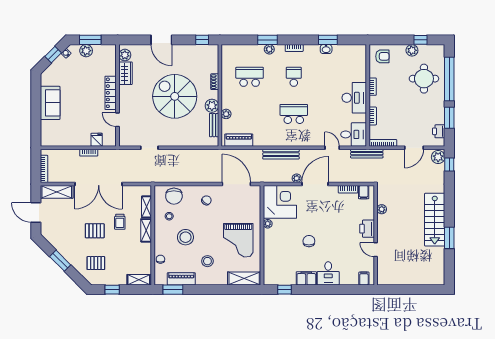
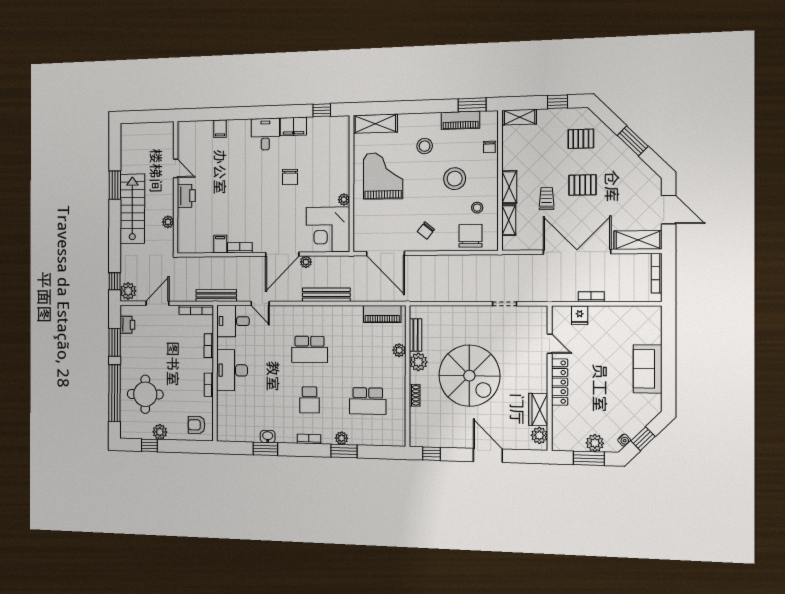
plant: (382, 209) -> (168, 222), moved
printer: (367, 229) -> (186, 196), moved
wall: (376, 235) -> (176, 187), moved
door: (376, 250) -> (176, 168), moved

